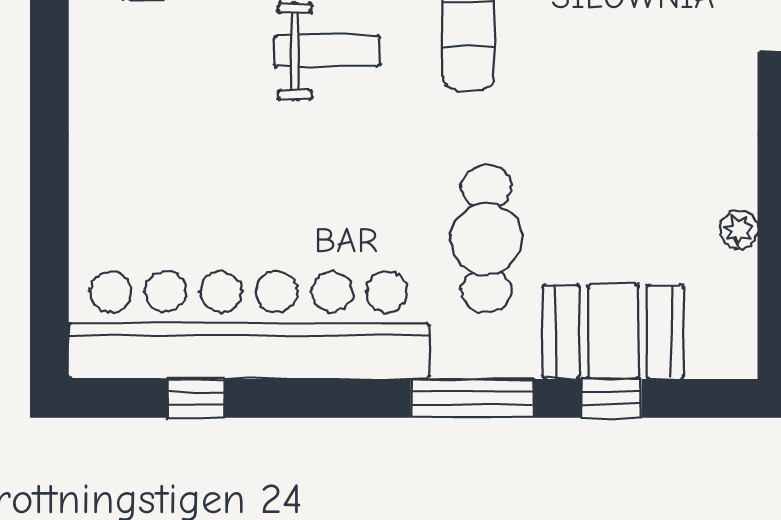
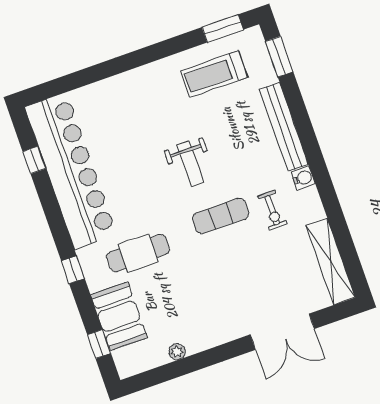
window: (472, 398) -> (73, 270), width x0.46
window: (612, 398) -> (99, 344), moved

